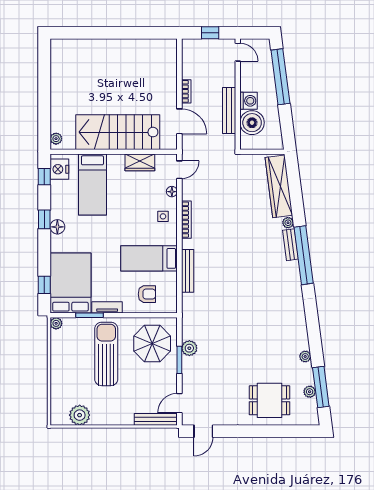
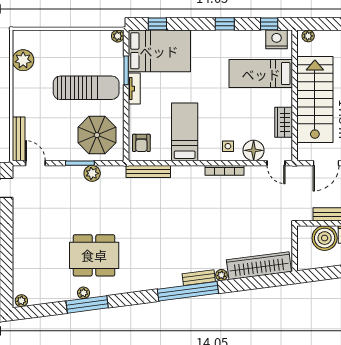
floor lamp: (172, 192) -> (254, 150), width x1.89, depth x1.89
floor lamp: (57, 227) -> (217, 37), removed
bench: (188, 271) -> (148, 172), moved
armchair: (147, 294) -> (141, 143), moved
window: (321, 387) -> (87, 304), moved
plant: (310, 392) -> (21, 301), moved
dining table: (270, 400) -> (94, 255), moved, width x1.38

